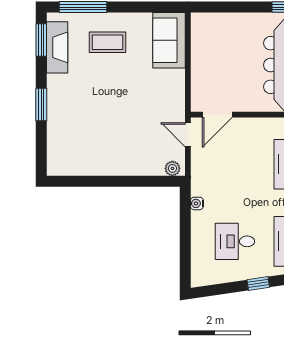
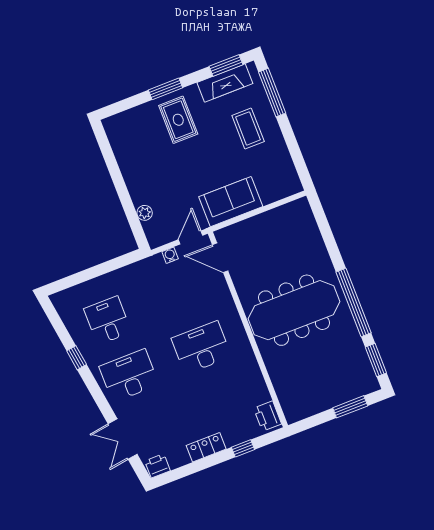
sofa: (169, 40) -> (231, 202), moved
rug: (74, 104) -> (178, 120), added
plant: (172, 168) -> (145, 213), moved
water cooler: (197, 203) -> (170, 255), moved

